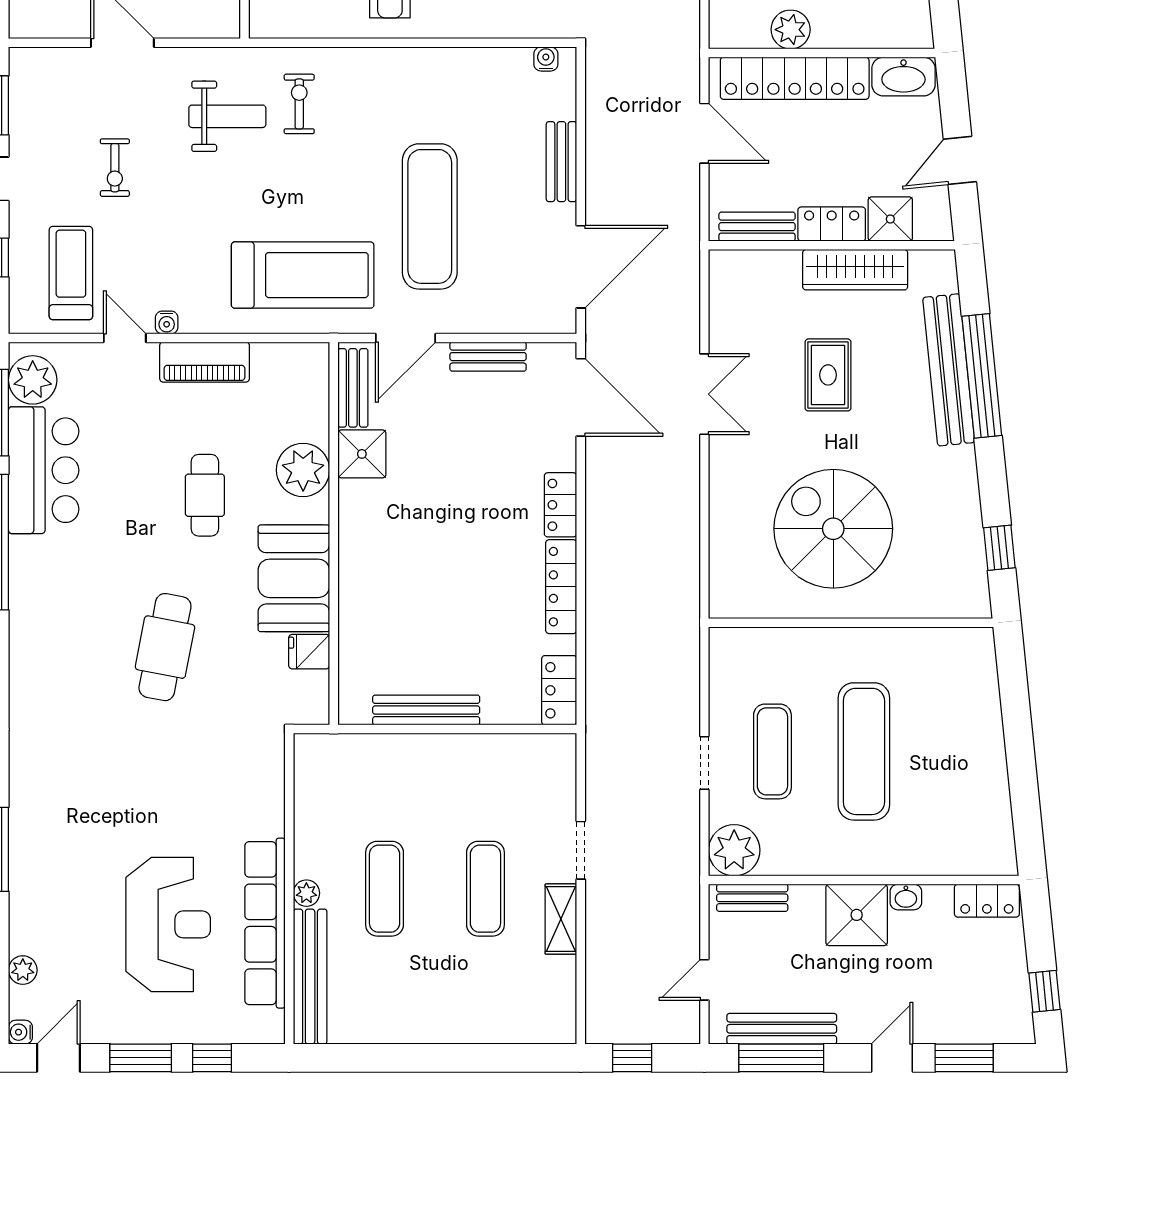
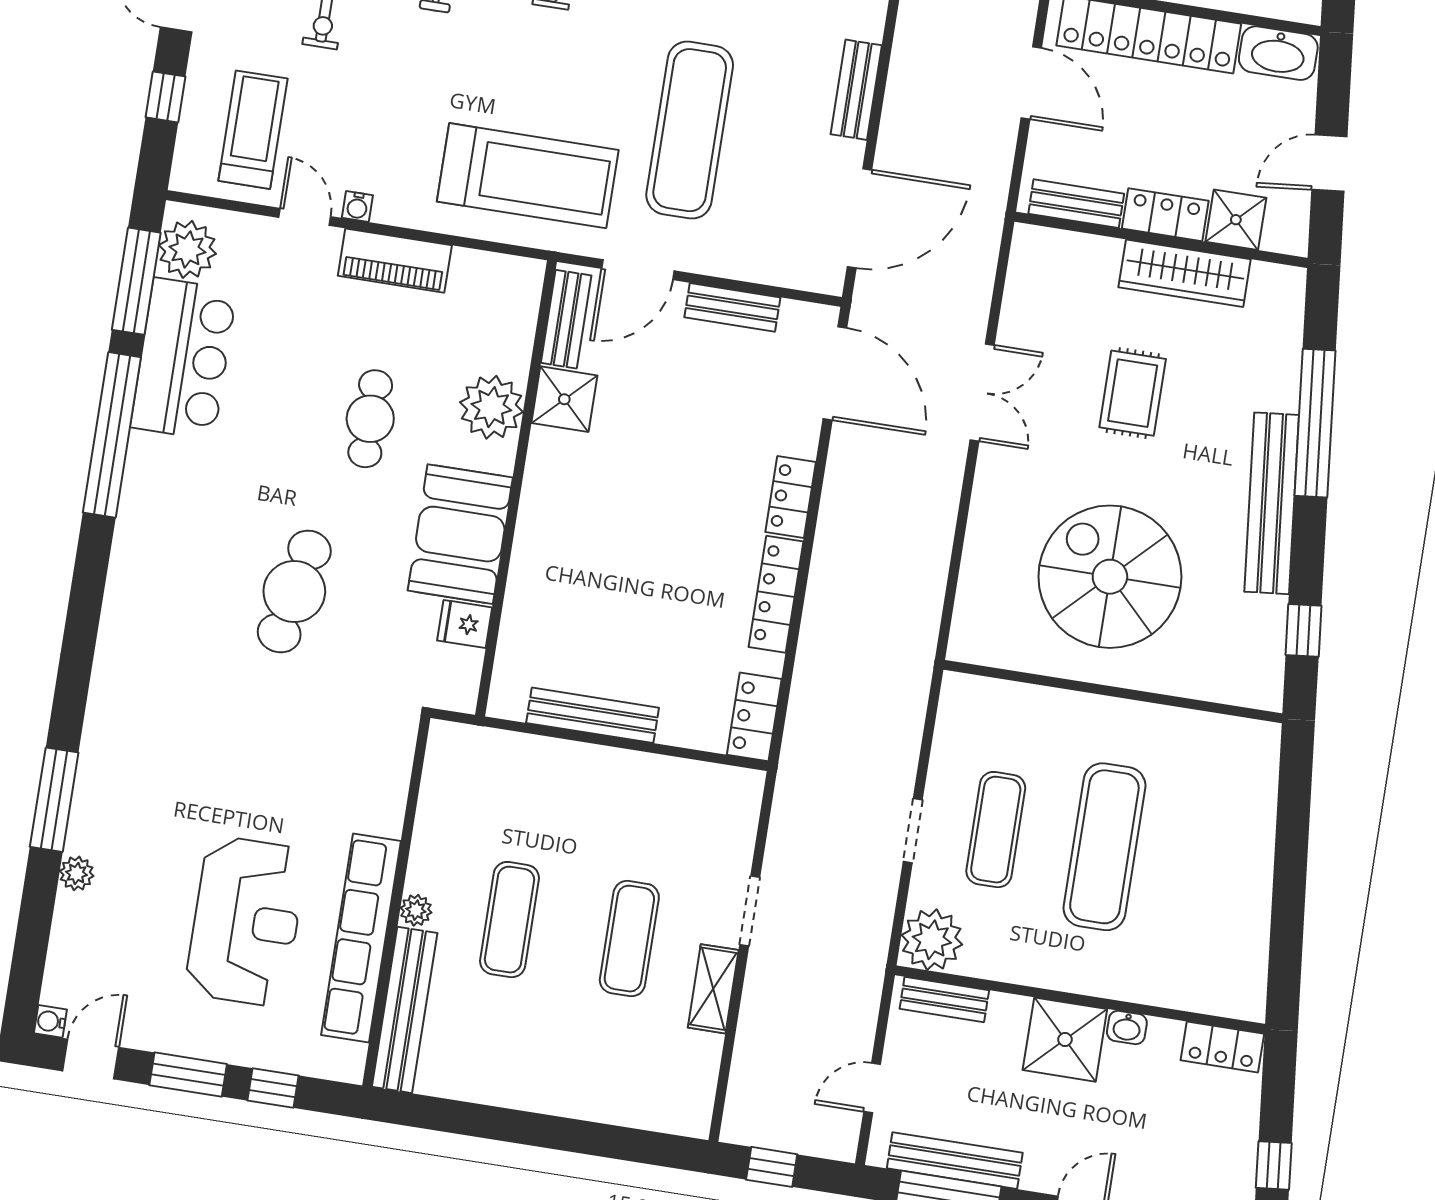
bench: (949, 370) -> (1272, 503), moved
plant: (23, 970) -> (77, 873), moved

